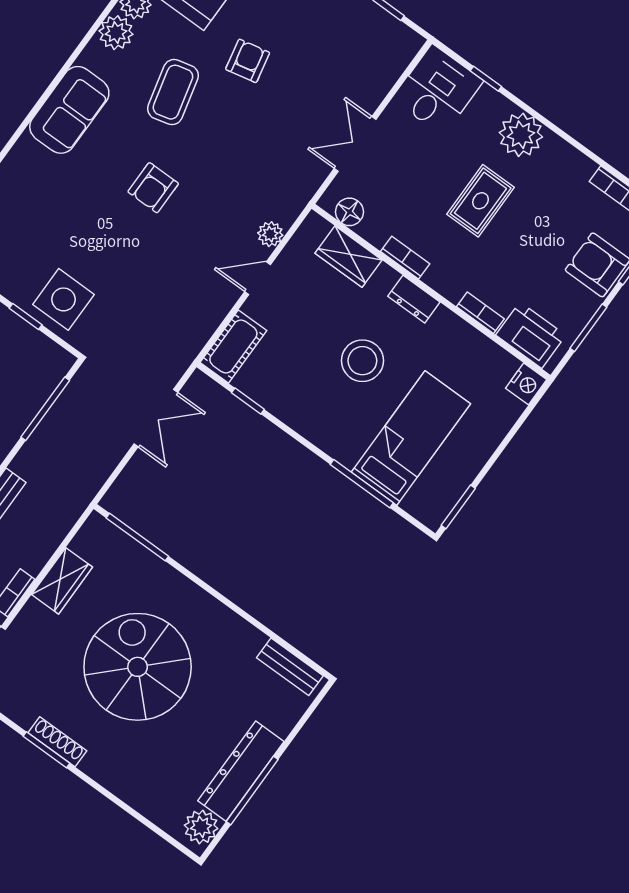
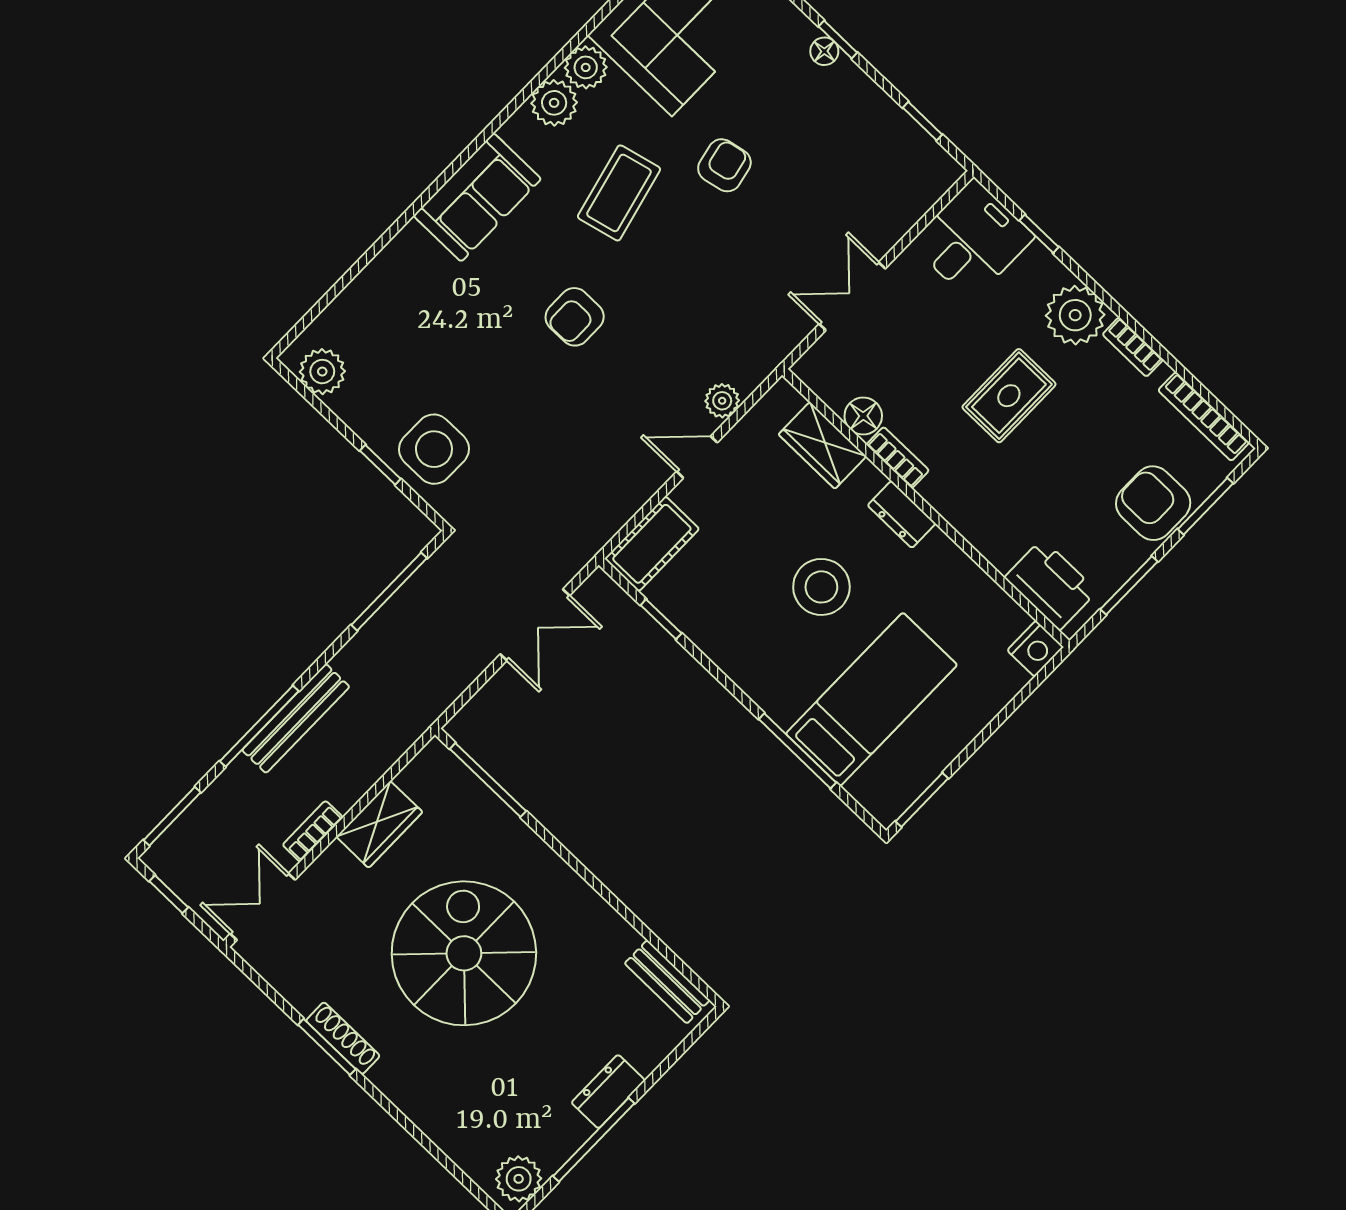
floor lamp: (349, 212) -> (863, 416), moved
bookcase: (480, 313) -> (1133, 347), moved, turned 180
dresser: (241, 771) -> (608, 1092), width x0.51, depth x0.80

